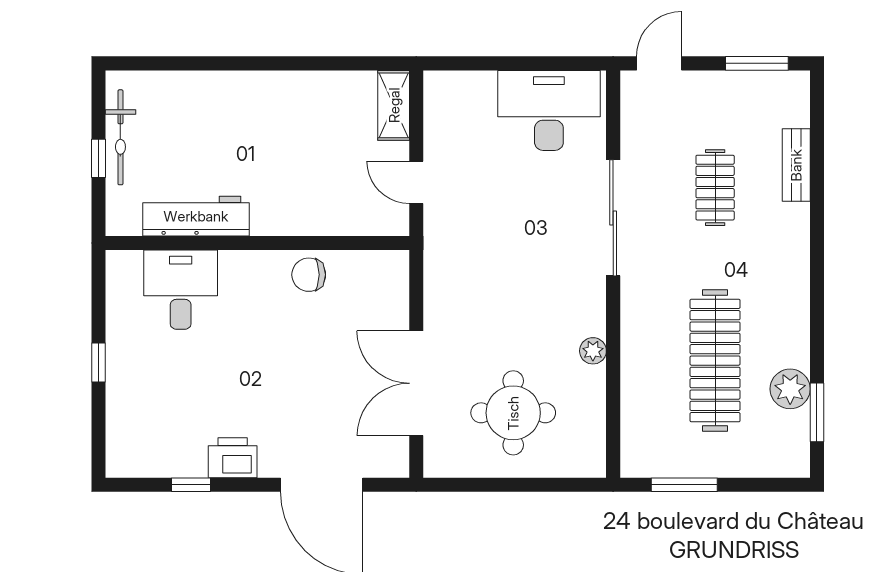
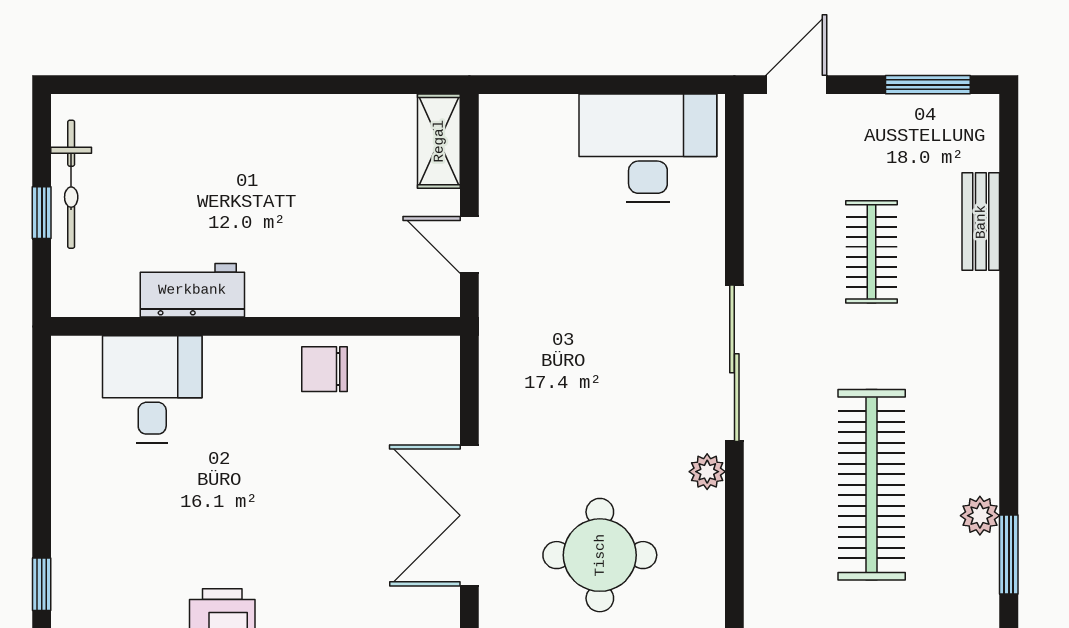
workbench: (196, 216) -> (192, 290), width x0.73
sliding door: (613, 218) -> (734, 363), moved
window: (98, 363) -> (42, 584), moved
plant: (790, 389) -> (980, 516), width x0.73, depth x0.73

